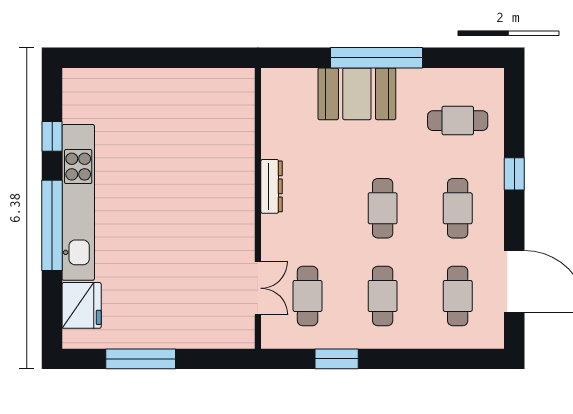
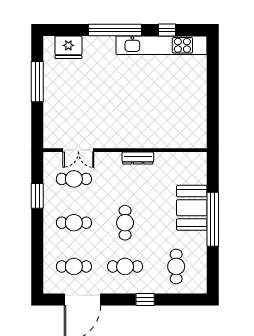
kitchen unit: (78, 202) -> (161, 45), moved
cafe table: (383, 208) -> (125, 223), turned 90

